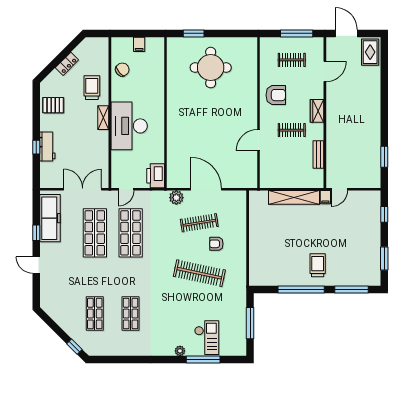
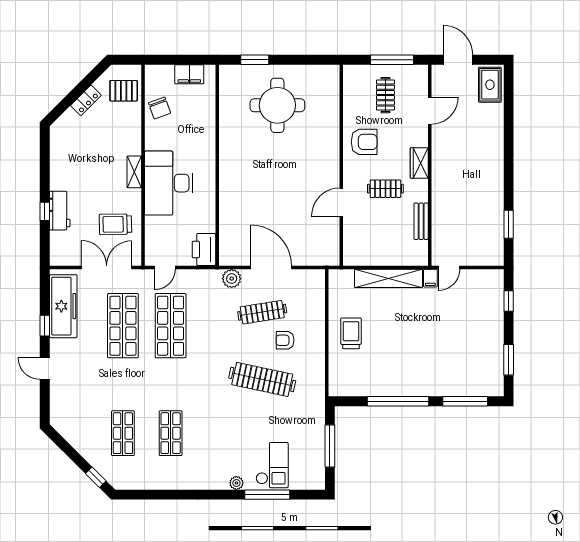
filing cabinet: (139, 44) -> (189, 74), width x2.00
clothes rail: (292, 60) -> (385, 95), turned 90
chair: (122, 70) -> (160, 108), turned 110
trolley: (92, 88) -> (115, 224), moved, turned -91
pallet: (53, 105) -> (124, 91), moved
trolley: (318, 265) -> (351, 333), moved

